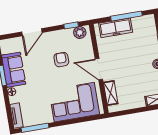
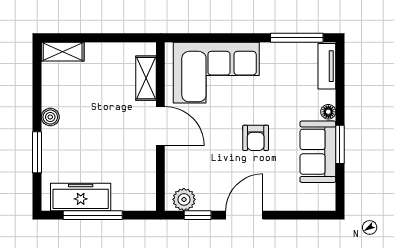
freezer: (116, 28) -> (81, 197), moved
door: (32, 32) -> (244, 215), moved
armchair: (61, 60) -> (256, 138), moved

